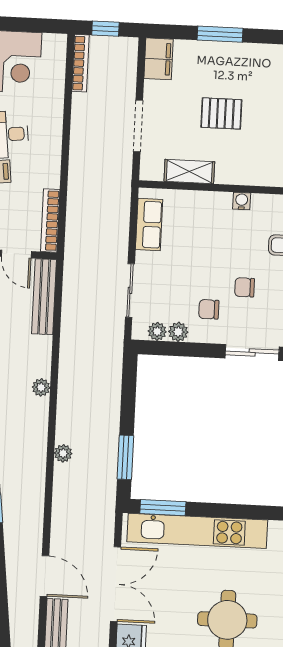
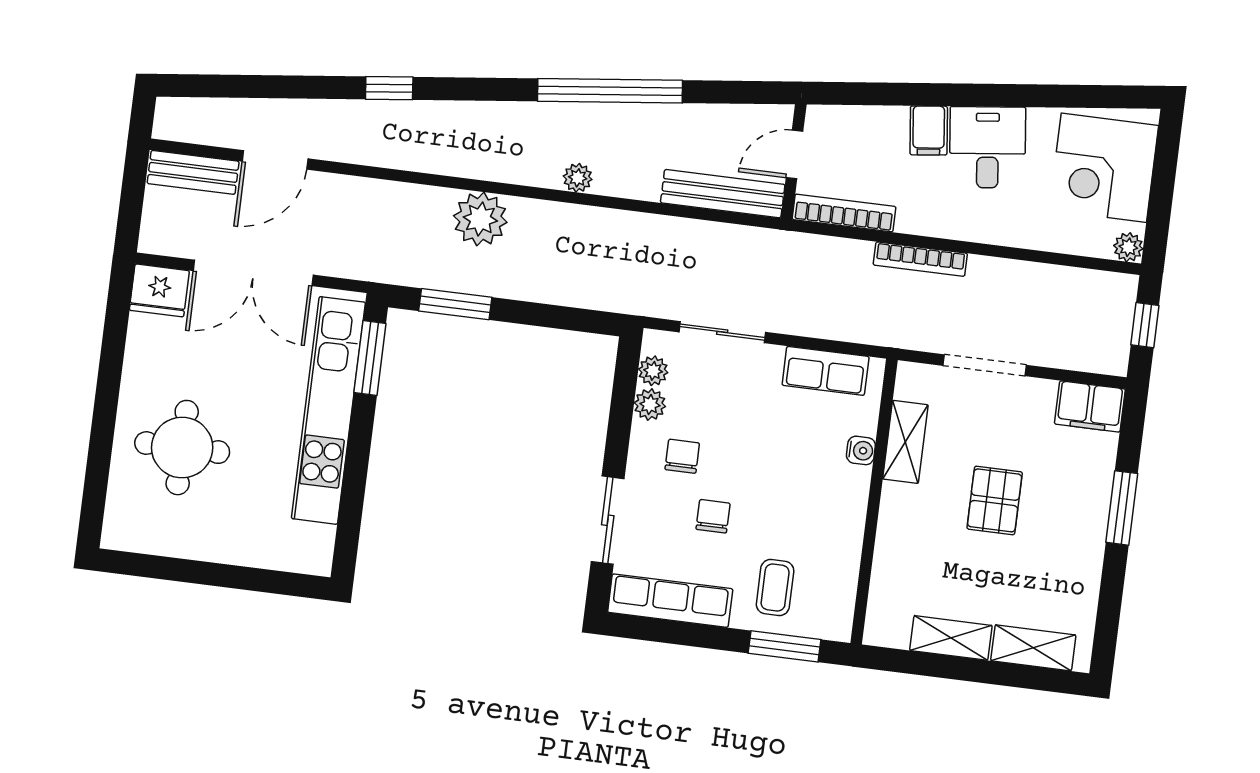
plant: (58, 43) -> (1128, 247), added
bookcase: (81, 63) -> (920, 259), moved
water cooler: (242, 201) -> (861, 450), moved
plant: (63, 453) -> (480, 219), width x1.87, depth x1.87

